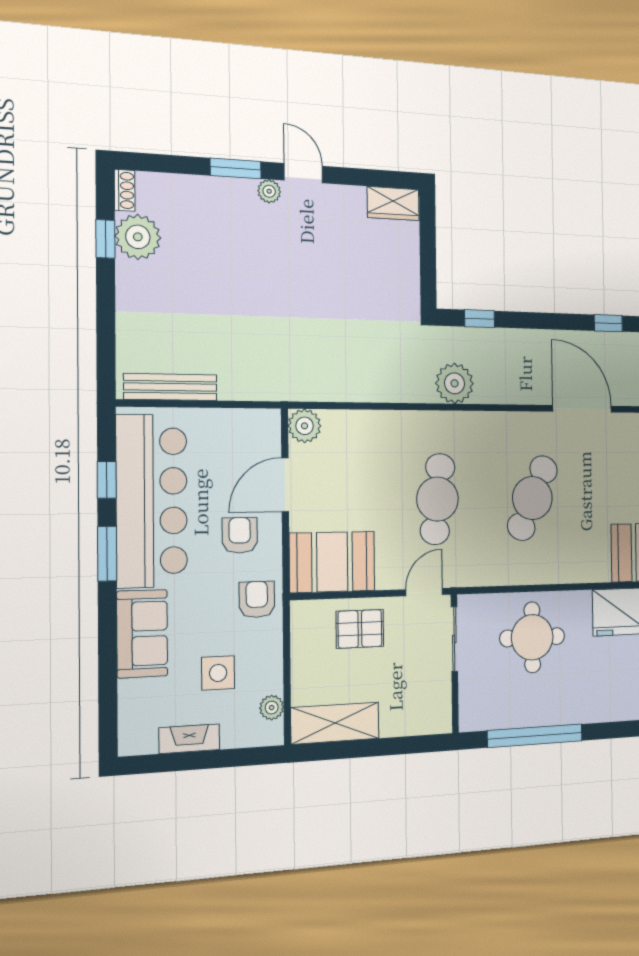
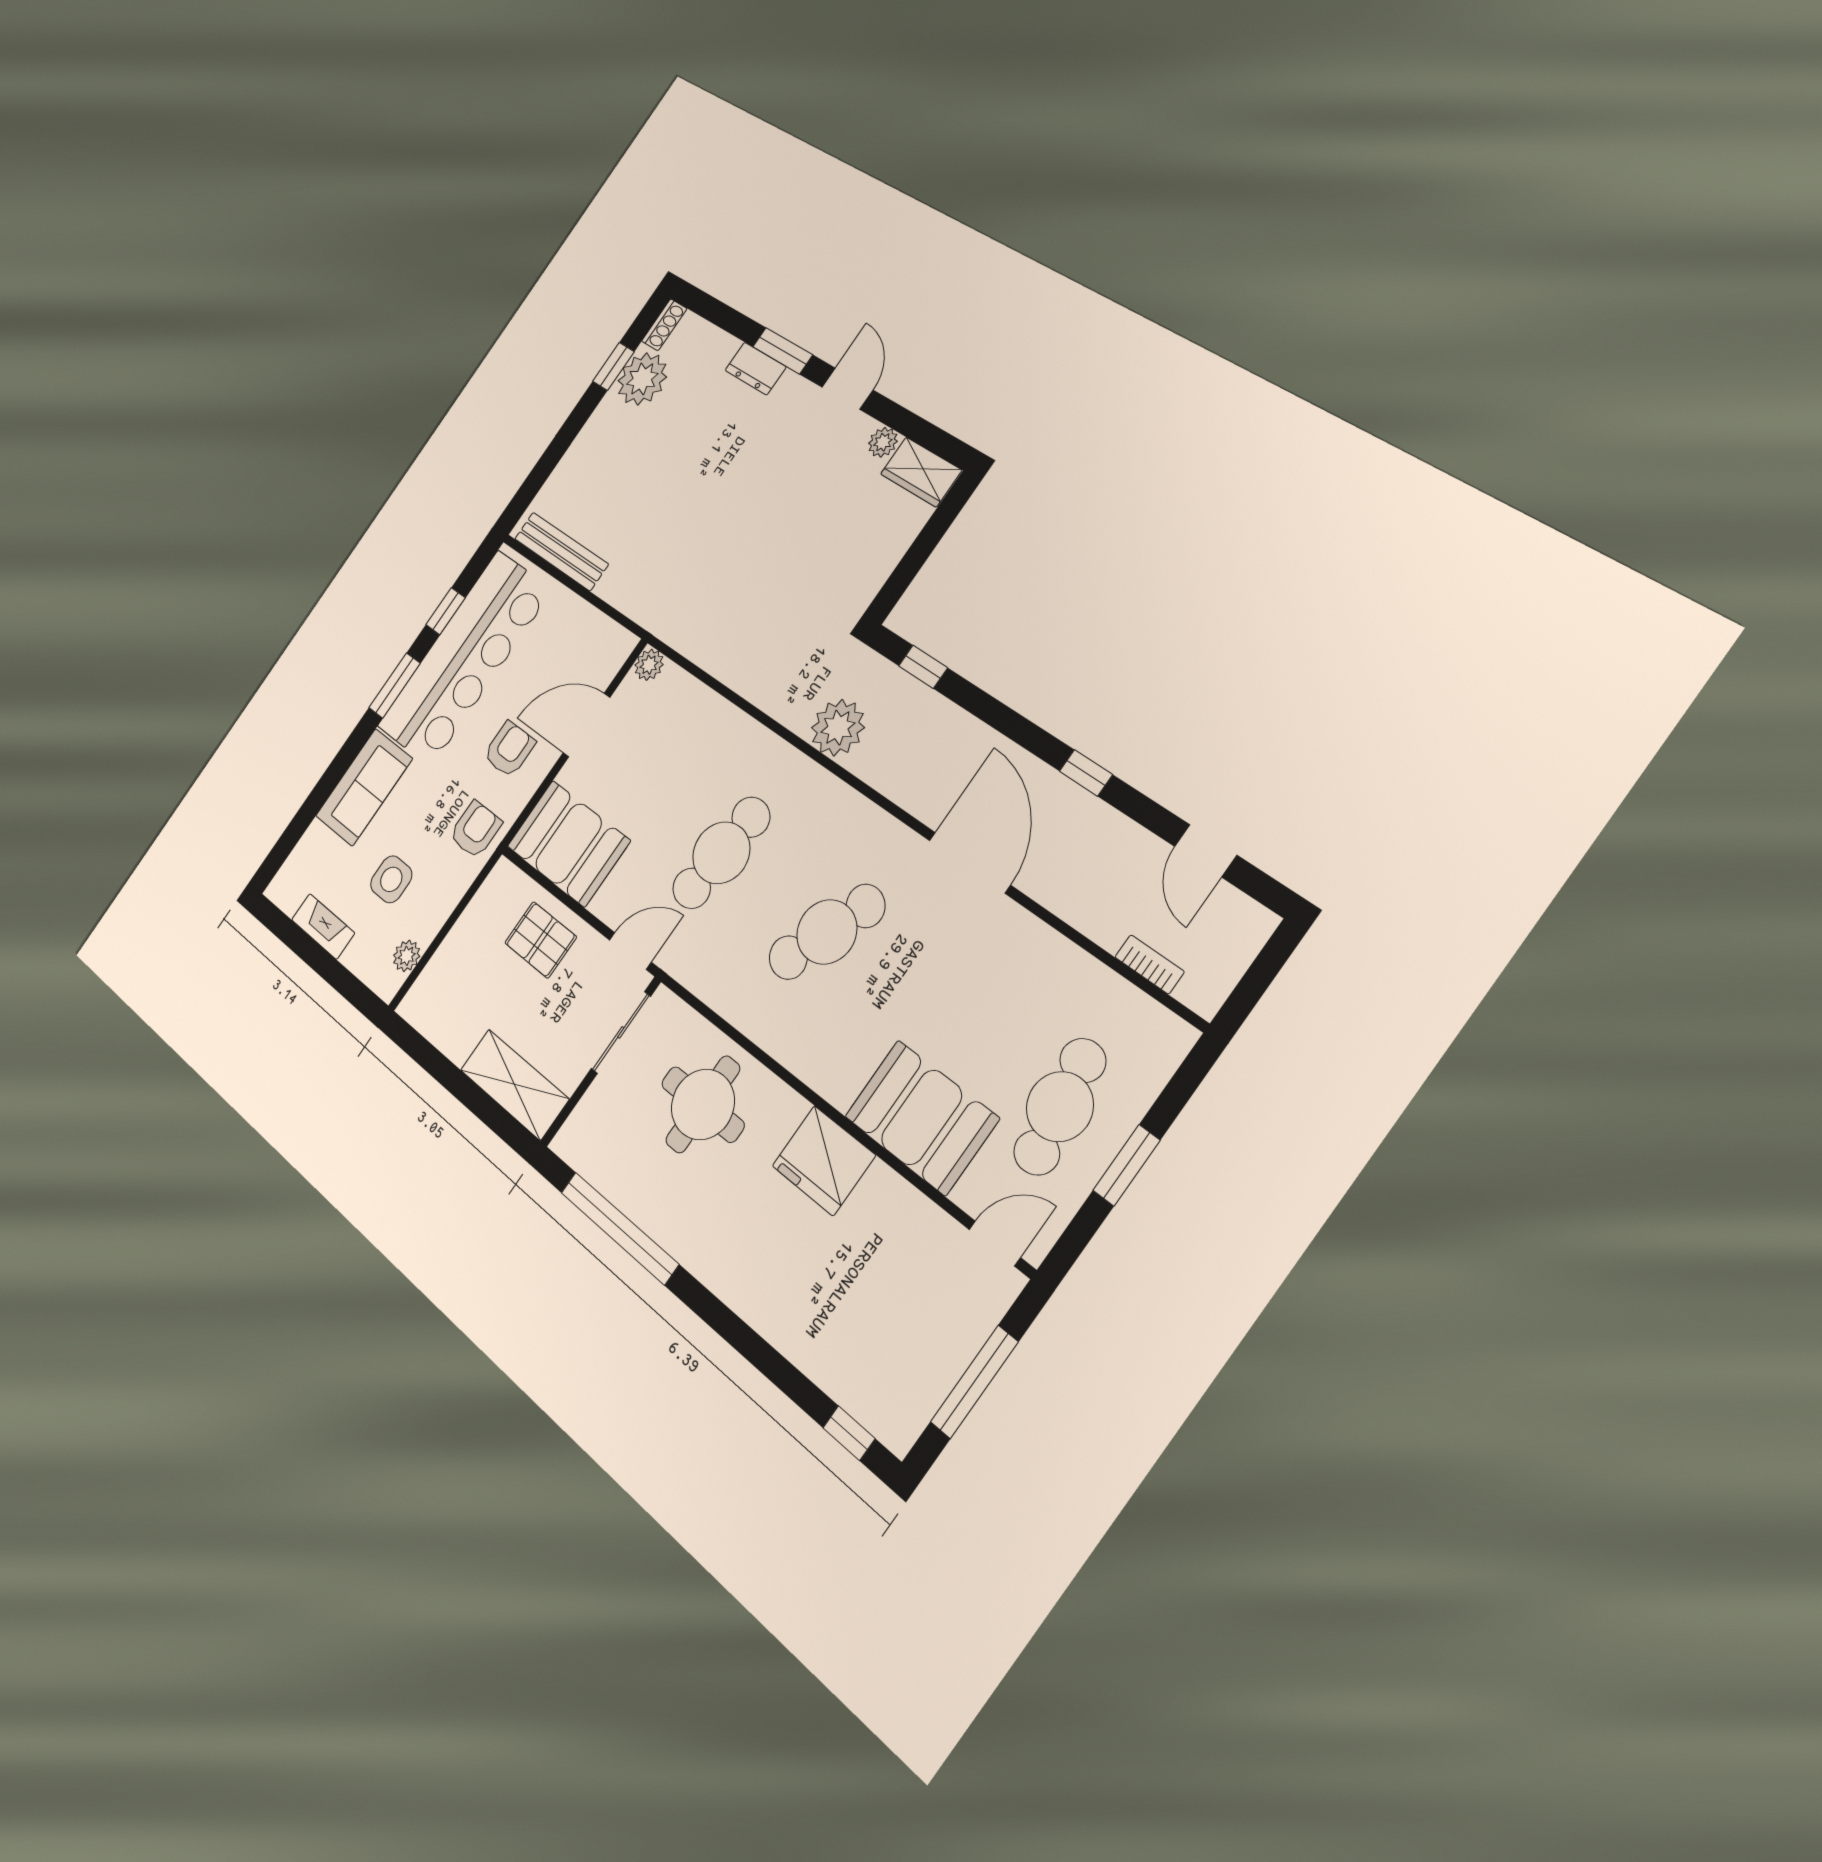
dresser: (224, 190) -> (756, 369), added
plant: (269, 191) -> (883, 442), moved
plant: (305, 426) -> (649, 665), width x0.73, depth x0.73
shelving: (335, 723) -> (514, 1084), moved

